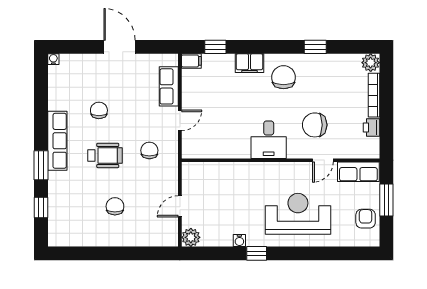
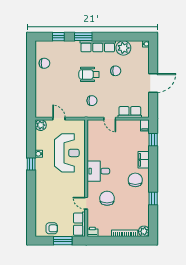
chair: (284, 77) -> (135, 180), turned -90
plant: (60, 97) -> (123, 48), added
printer: (372, 127) -> (92, 232), moved
wheelchair: (105, 155) -> (89, 74), turned 90
chair: (115, 206) -> (44, 63), moved
reception desk: (298, 214) -> (67, 153), moved

